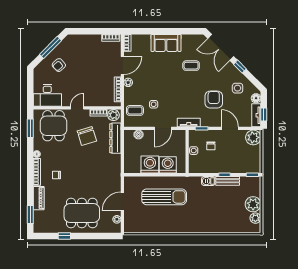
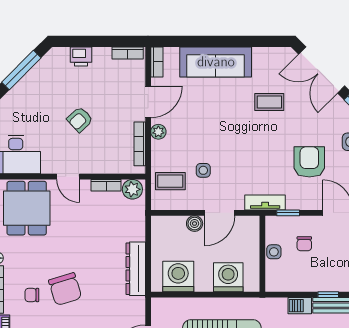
printer: (84, 40) -> (81, 56), added
sofa: (166, 43) -> (216, 62), width x1.36
armchair: (59, 65) -> (80, 119), moved
door: (77, 108) -> (68, 177), swing flipped
boiler: (139, 134) -> (195, 224), moved
chair: (87, 136) -> (65, 289), moved
dresser: (115, 138) -> (136, 269), moved
washing machine: (150, 164) -> (178, 276), moved

